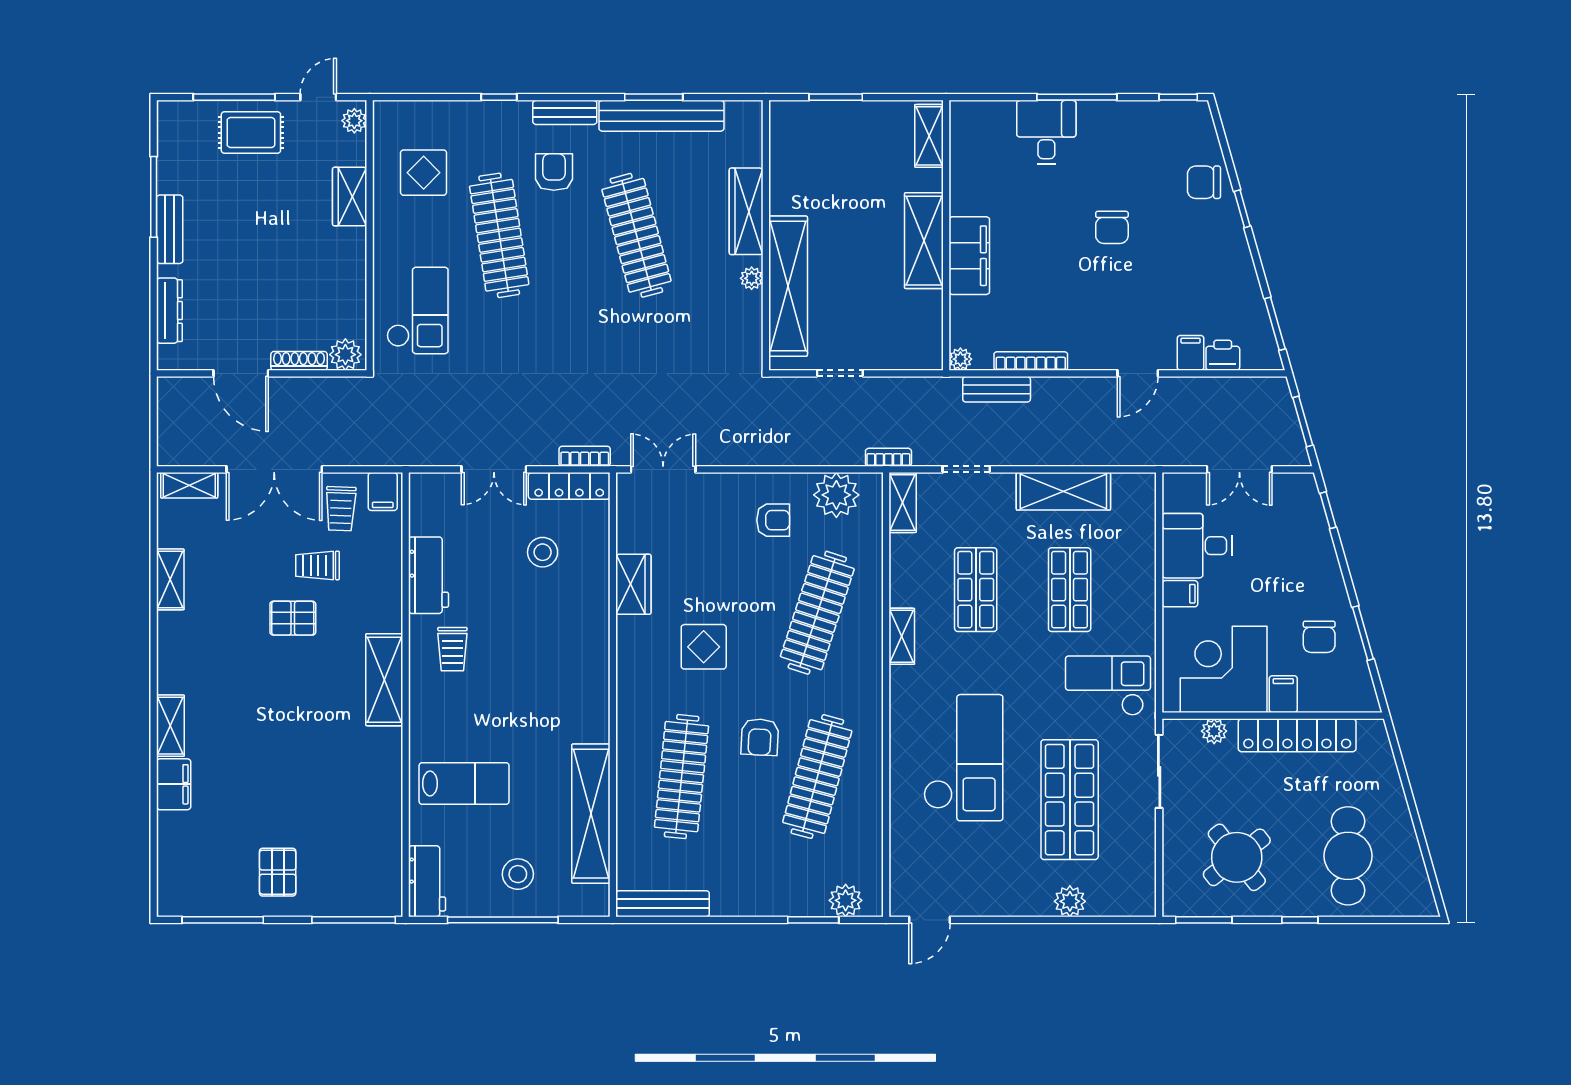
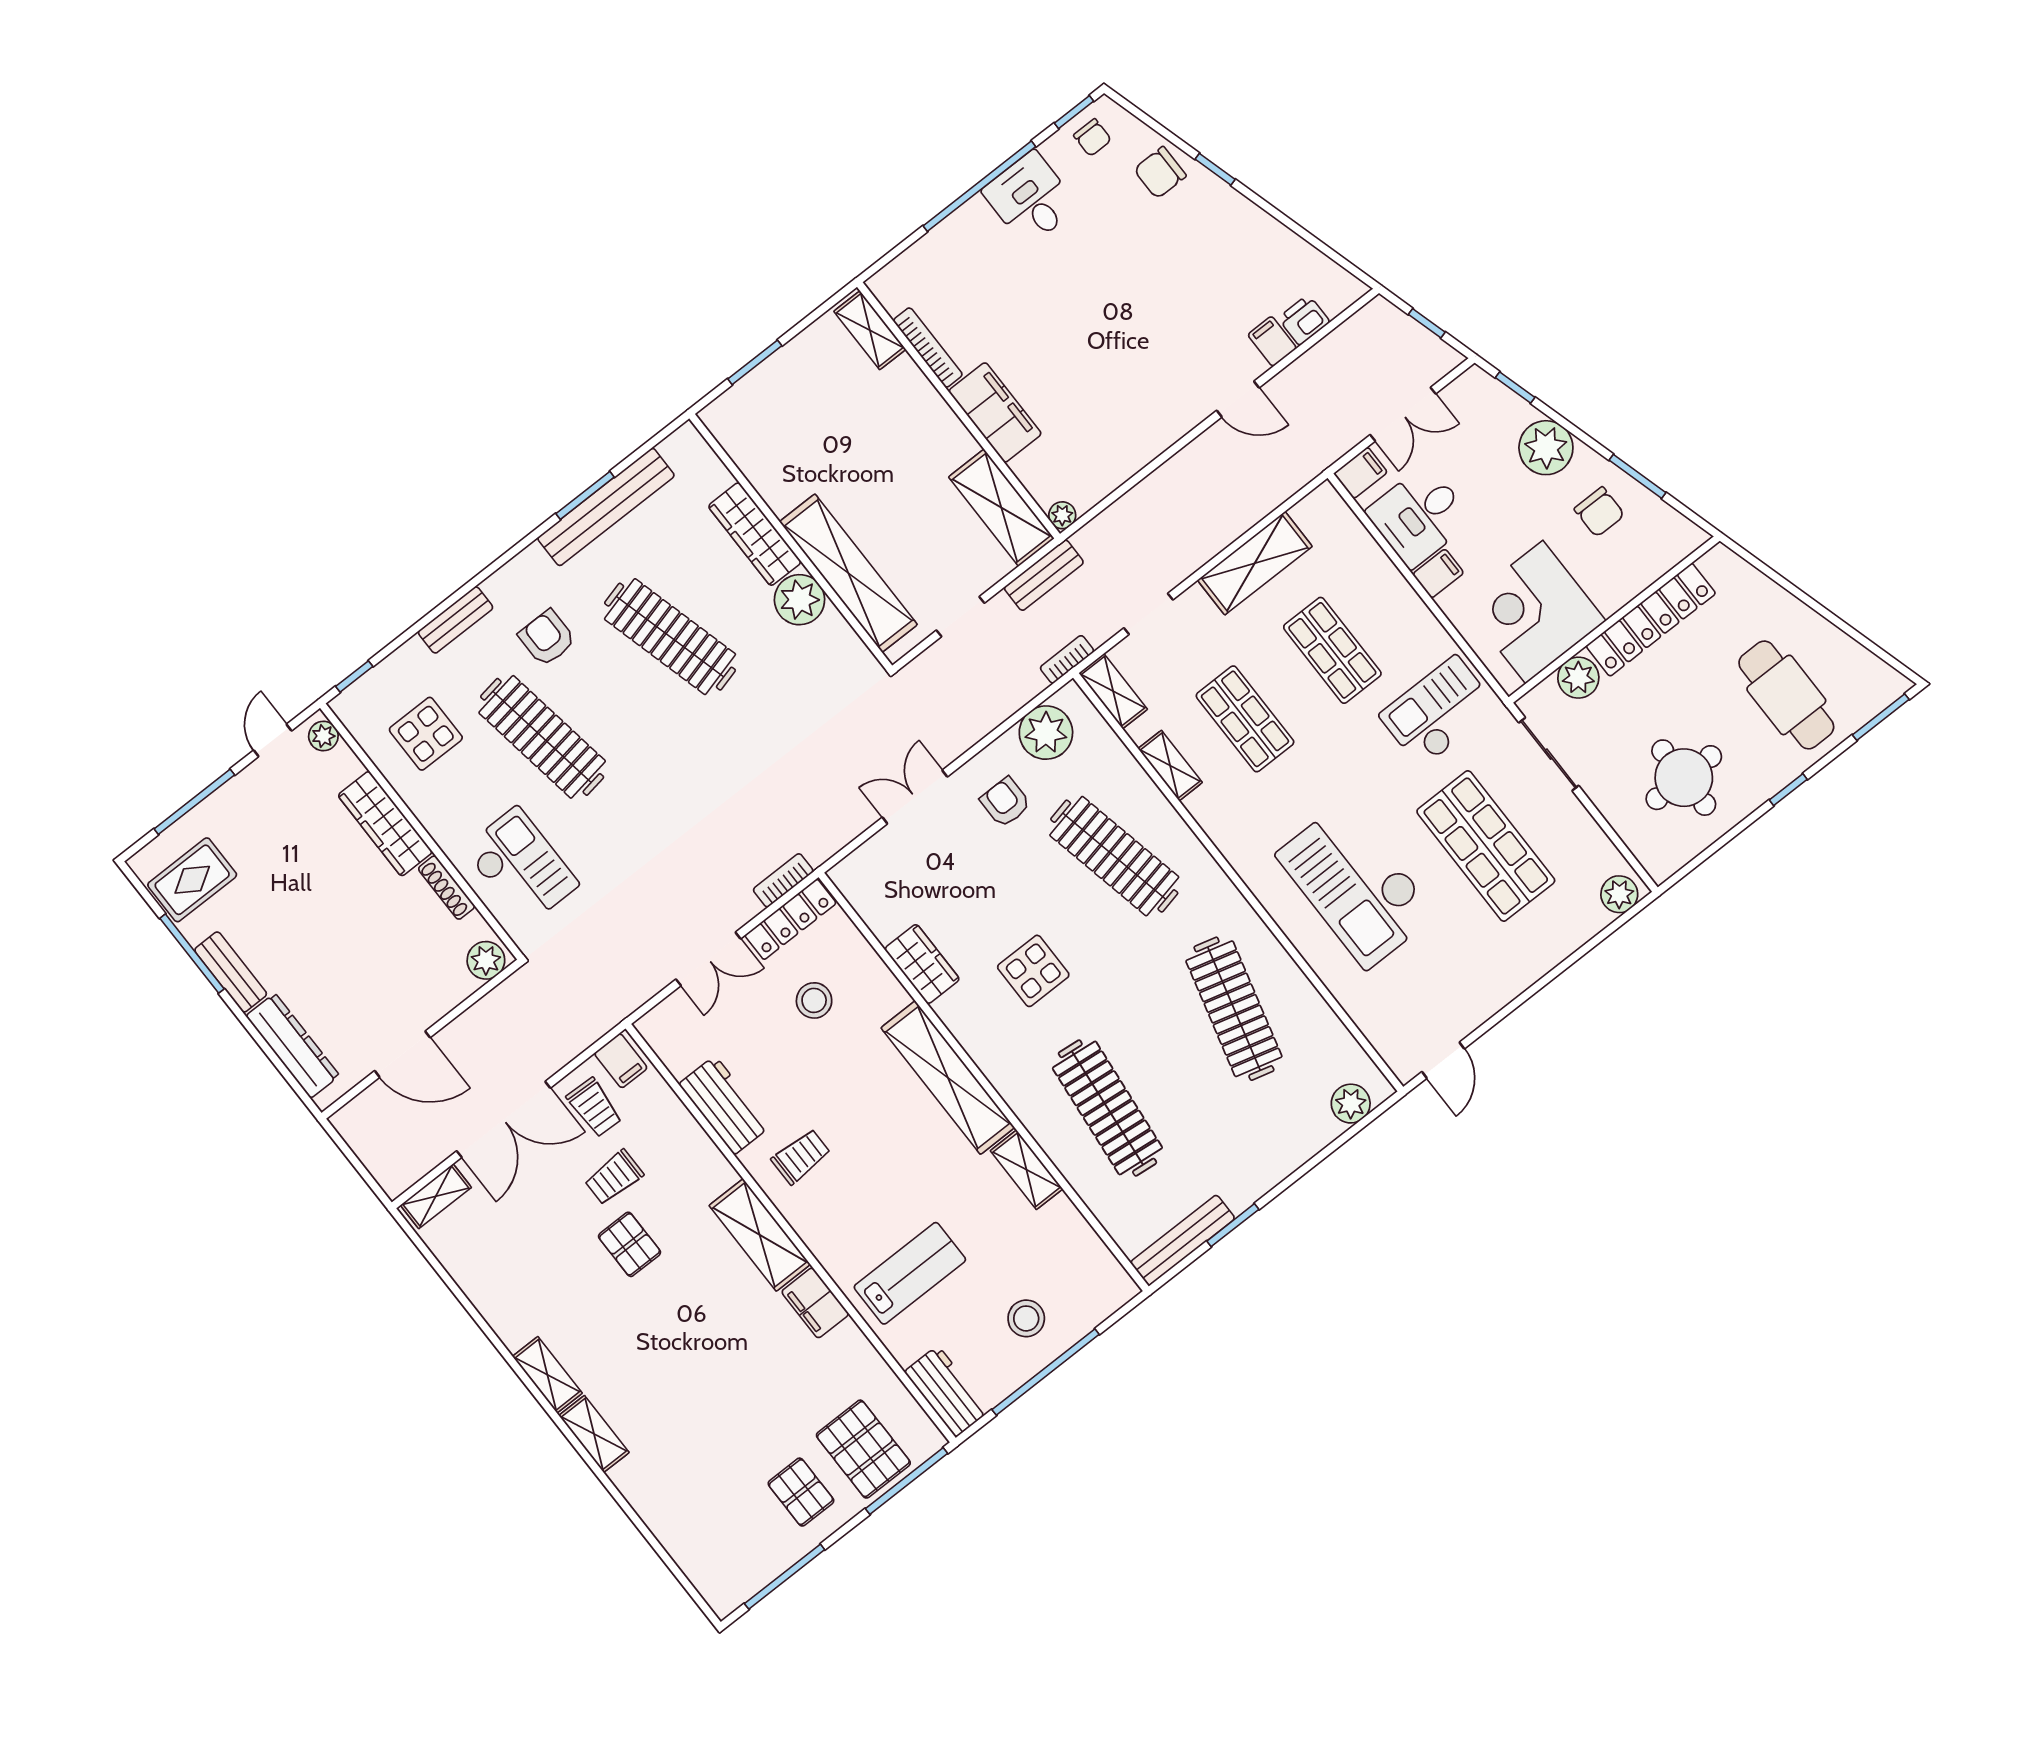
window: (499, 97) -> (354, 676), moved
window: (1077, 97) -> (979, 186), width x1.46
bench: (565, 112) -> (455, 620), moved
desk: (1046, 132) -> (1030, 199), moved
rug: (251, 133) -> (192, 880), moved
wardrobe: (350, 197) -> (385, 824), width x1.50
chair: (1112, 227) -> (1093, 138), moved, width x0.73, depth x0.73
shelving: (924, 241) -> (1001, 508), moved
plant: (752, 278) -> (800, 600), width x1.88, depth x1.88
dresser: (169, 311) -> (293, 1046), width x1.37, depth x1.24
window: (1275, 324) -> (1330, 253), removed
shoe rack: (299, 361) -> (447, 888), moved, turned -90
bookcase: (1031, 361) -> (928, 348), moved, turned 90
door: (1138, 373) -> (1238, 399), hinge flipped
bench: (997, 389) -> (1044, 575), moved
window: (1303, 421) -> (1427, 323), width x0.67
double door: (663, 469) -> (915, 797), moved
armchair: (773, 520) -> (1005, 802), turned -90
plant: (1317, 566) -> (1546, 448), added
shelving: (170, 579) -> (547, 1375), moved
clothes rail: (817, 613) -> (1114, 856), turned -30
pallet: (293, 618) -> (630, 1244), turned 90
shelving: (902, 636) -> (1170, 766), moved
trolley: (452, 649) -> (801, 1157), turned -90
shelving: (591, 673) -> (948, 1078), added
filing cabinet: (1283, 694) -> (1361, 473), moved, turned 90
plant: (1214, 731) -> (1578, 678), width x1.38, depth x1.38
armchair: (760, 737) -> (1151, 1014), removed
checkout: (963, 758) -> (1356, 885), turned 180
filing cabinet: (174, 784) -> (815, 1303), moved, turned 180
shelving: (591, 814) -> (1027, 1170), width x0.45, depth x0.75
round table: (1237, 857) -> (1684, 778), turned 38
pallet: (342, 876) -> (863, 1449), added
plant: (1070, 901) -> (1619, 894), moved
window: (813, 920) -> (1233, 1225), moved
window: (1204, 920) -> (1881, 717), moved

